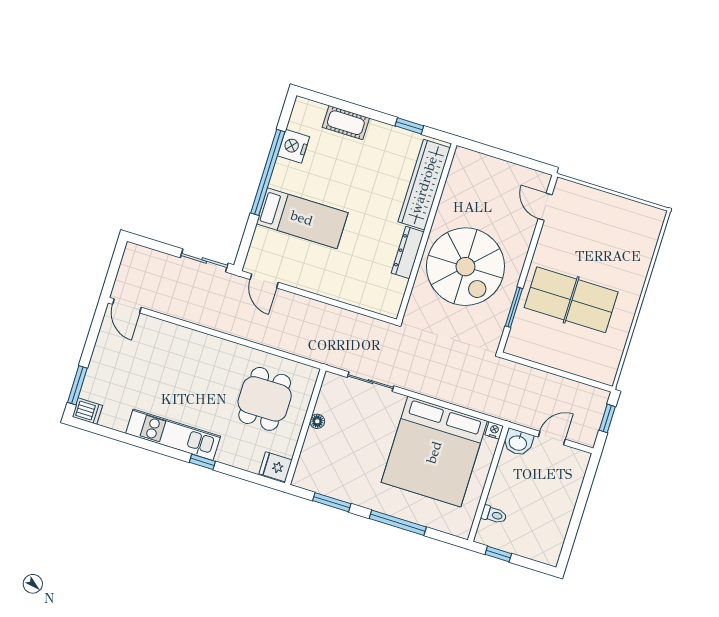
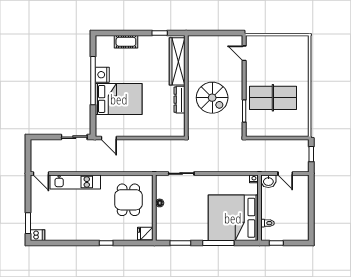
nightstand: (293, 146) -> (102, 75), moved
bed: (302, 218) -> (119, 99), width x1.50
spiral stairs: (465, 267) -> (212, 98), width x0.73, depth x0.73
kitchen unit: (173, 435) -> (75, 182), moved, turned 180
door: (552, 438) -> (285, 173), swing flipped
bed: (434, 452) -> (233, 218), moved, turned 90

